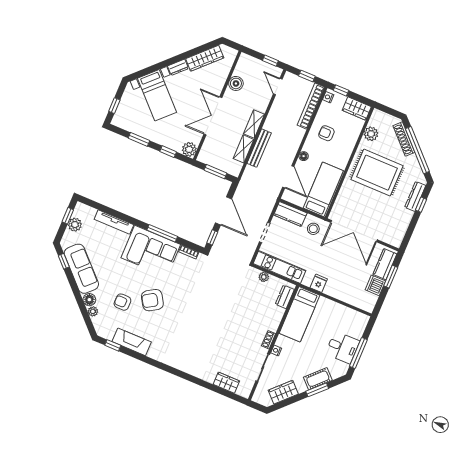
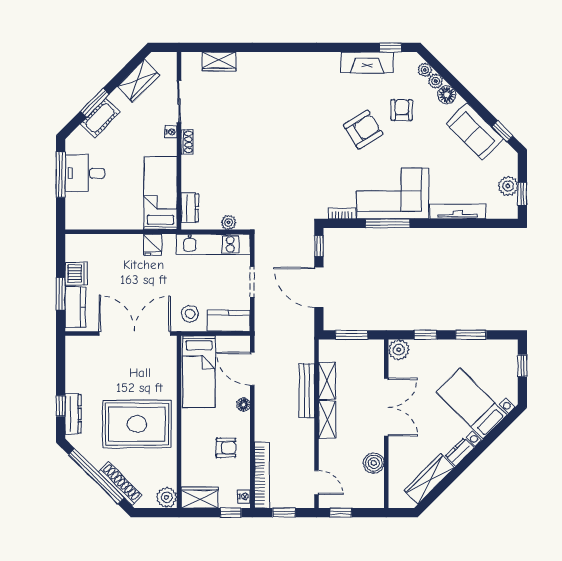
plant: (371, 134) -> (167, 497), moved
sofa: (81, 269) -> (475, 131), width x0.73
armchair: (122, 302) -> (402, 110), turned -90
plant: (97, 322) -> (425, 70), added

